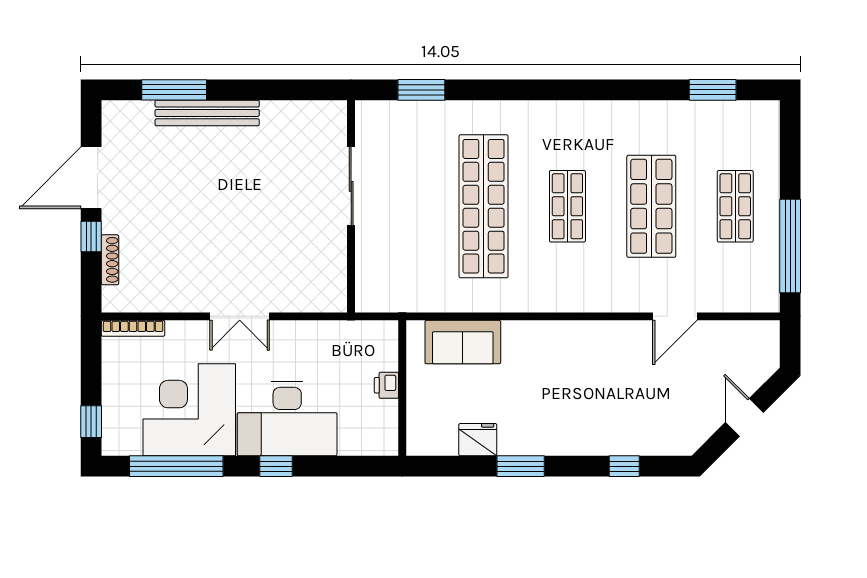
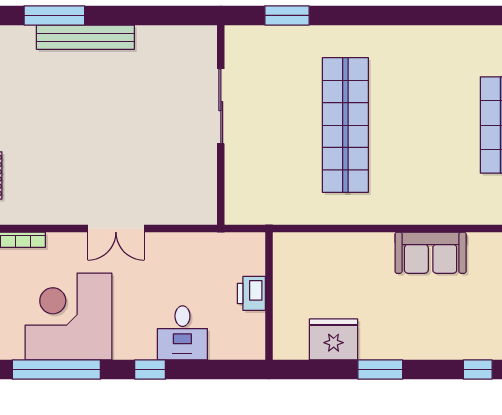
shop shelf: (567, 206) -> (424, 125), removed
sofa: (463, 342) -> (431, 253), moved
printer: (386, 385) -> (251, 293), width x1.36, depth x1.24
desk: (287, 419) -> (182, 333), width x0.53, depth x0.77
fridge: (478, 440) -> (334, 339), width x1.36, depth x1.34

